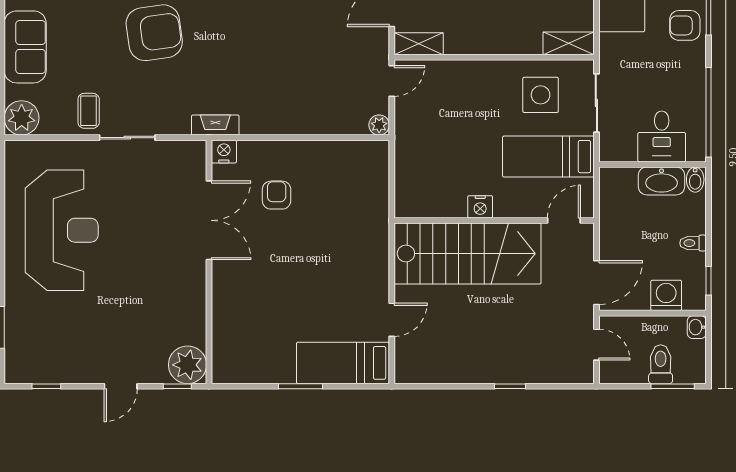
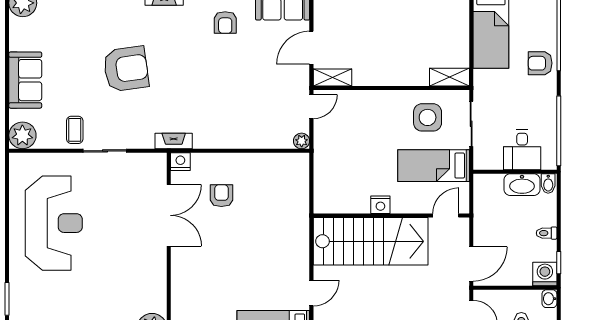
washing machine: (666, 295) -> (545, 274), moved

